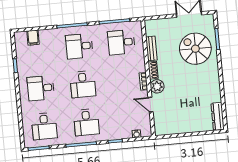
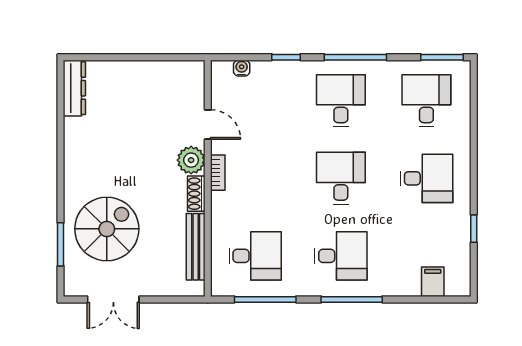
bench: (151, 48) -> (196, 247), width x1.36
spiral stairs: (195, 49) -> (107, 229), turned -90

